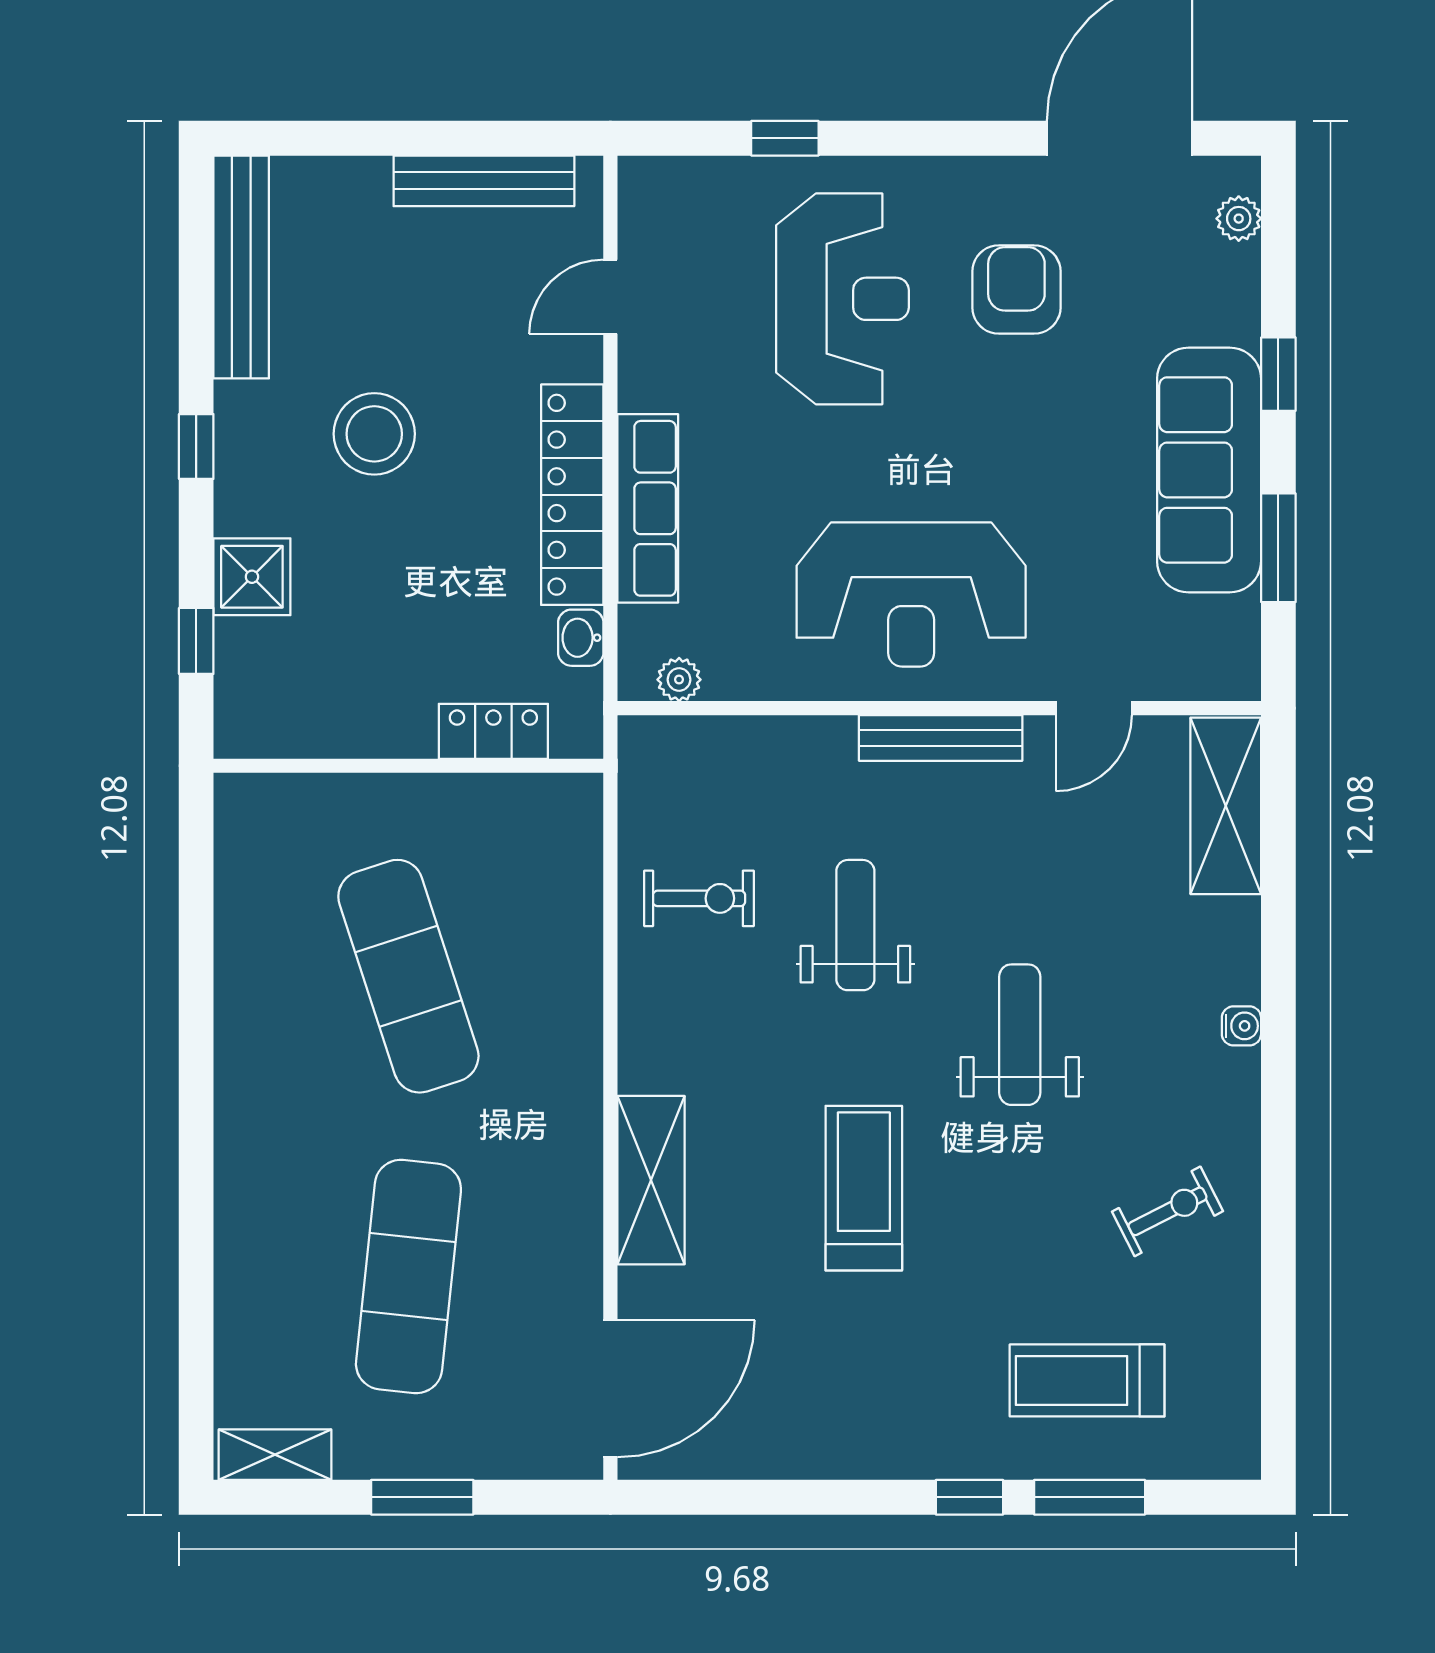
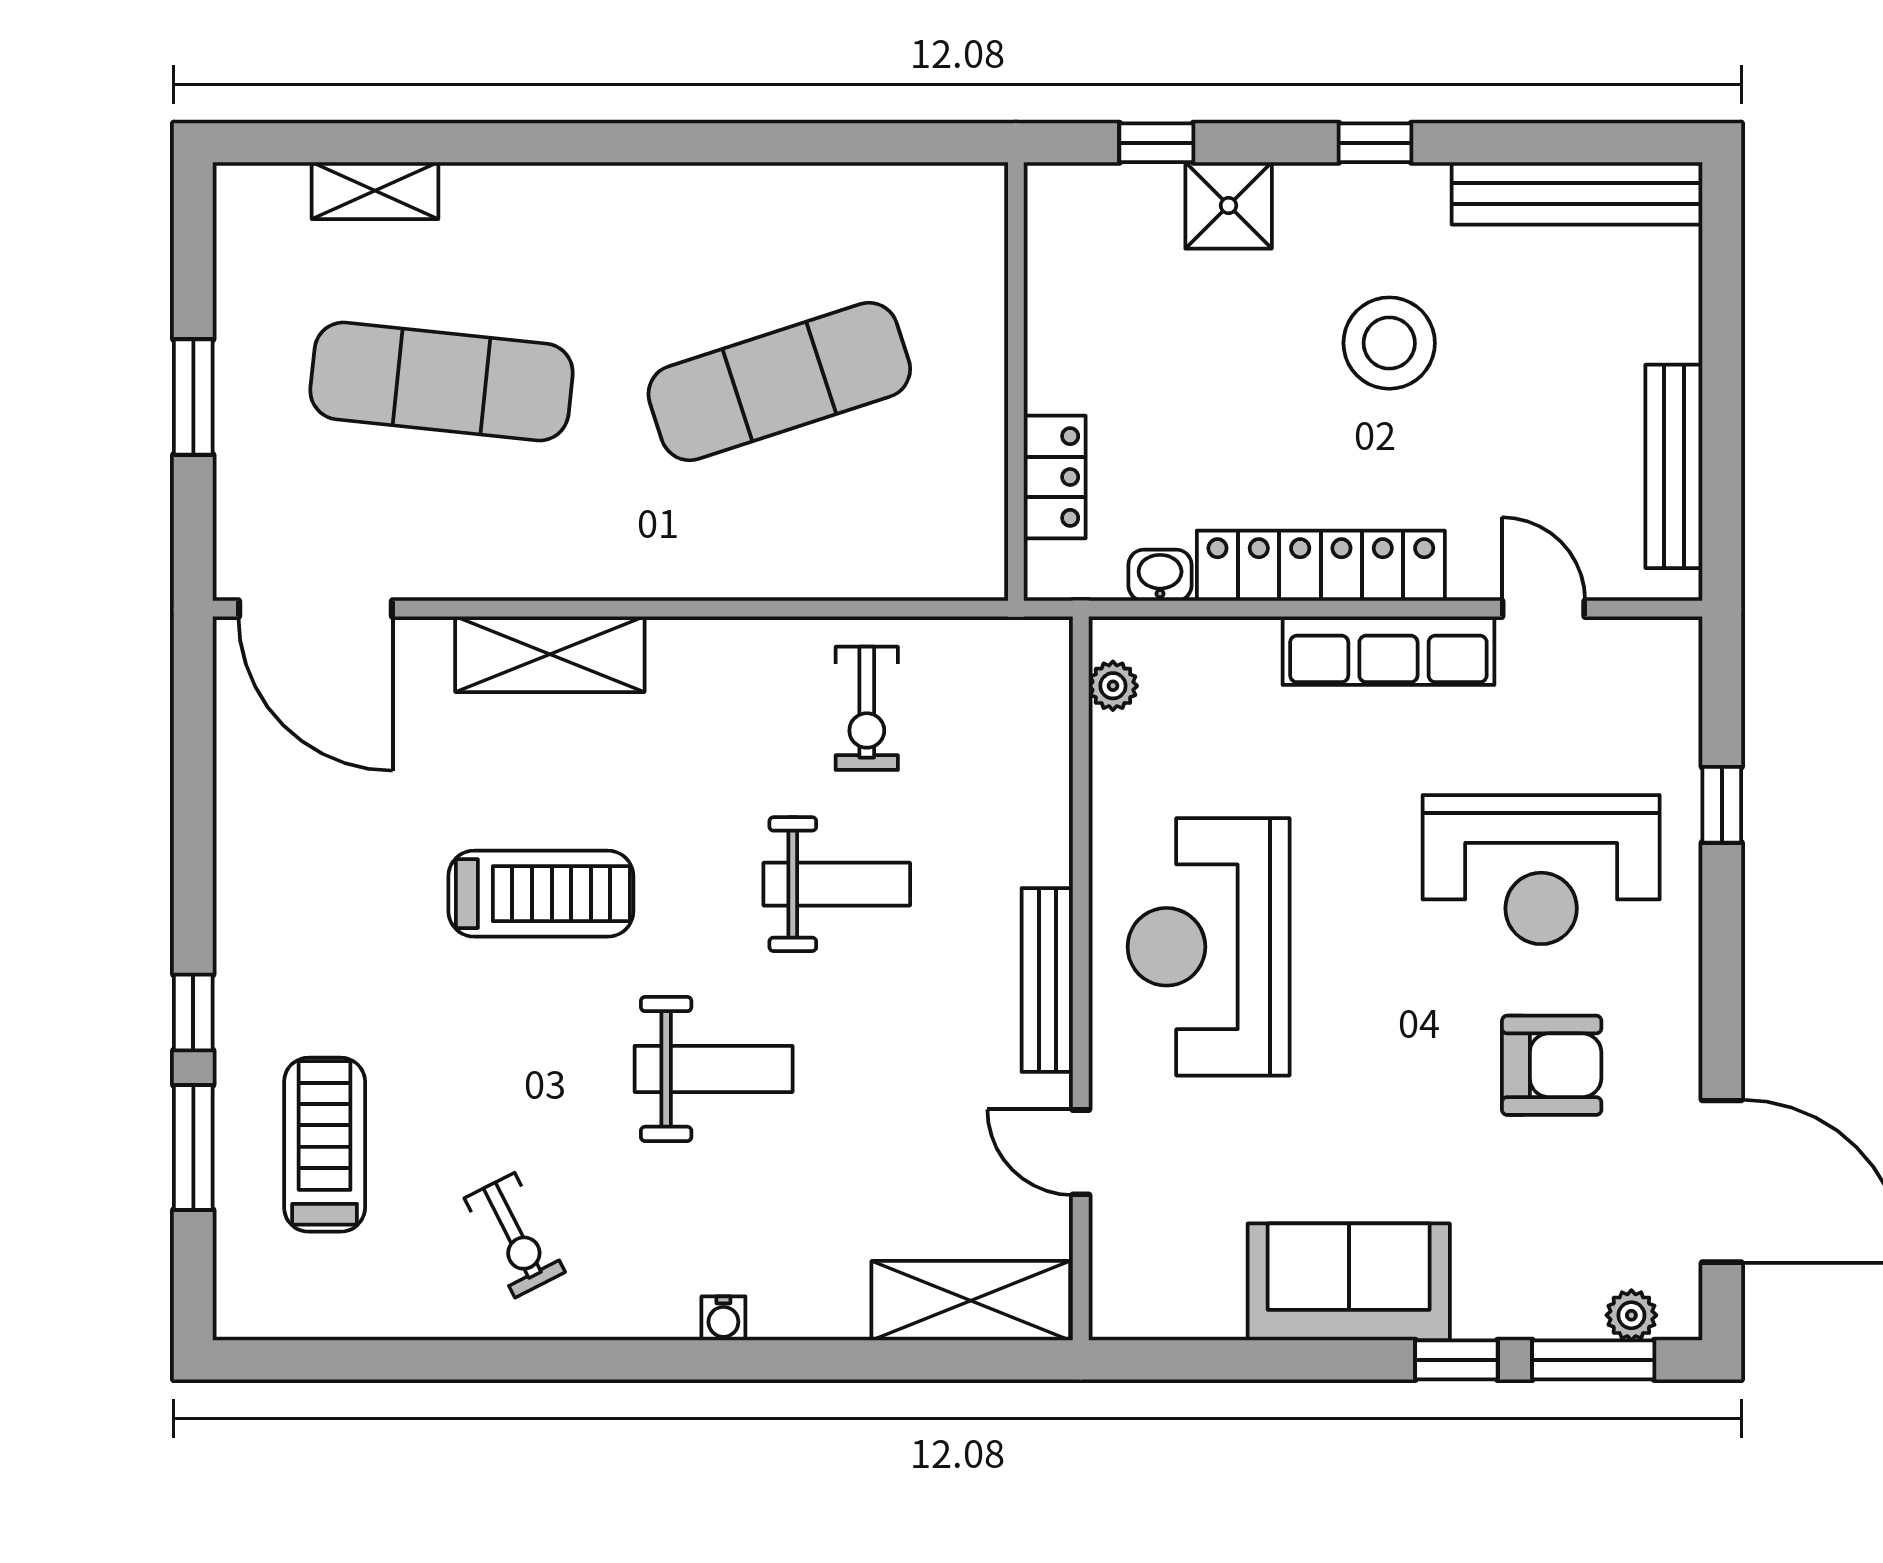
sofa: (1209, 470) -> (1349, 1282), width x0.73
row of seats: (648, 508) -> (1388, 651), moved
window: (1278, 548) -> (1593, 1360), moved
shelving: (275, 1455) -> (375, 191), moved, turned 90

